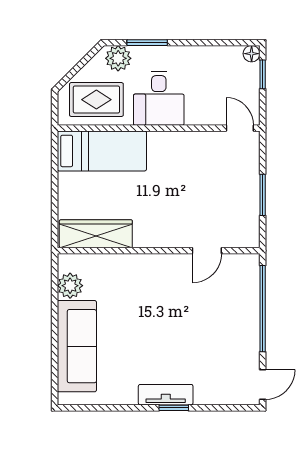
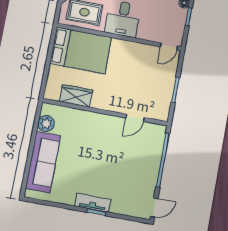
door: (240, 128) -> (169, 47), swing flipped
bed: (102, 151) -> (81, 50), width x1.50
wardrobe: (96, 234) -> (76, 96), width x0.67

